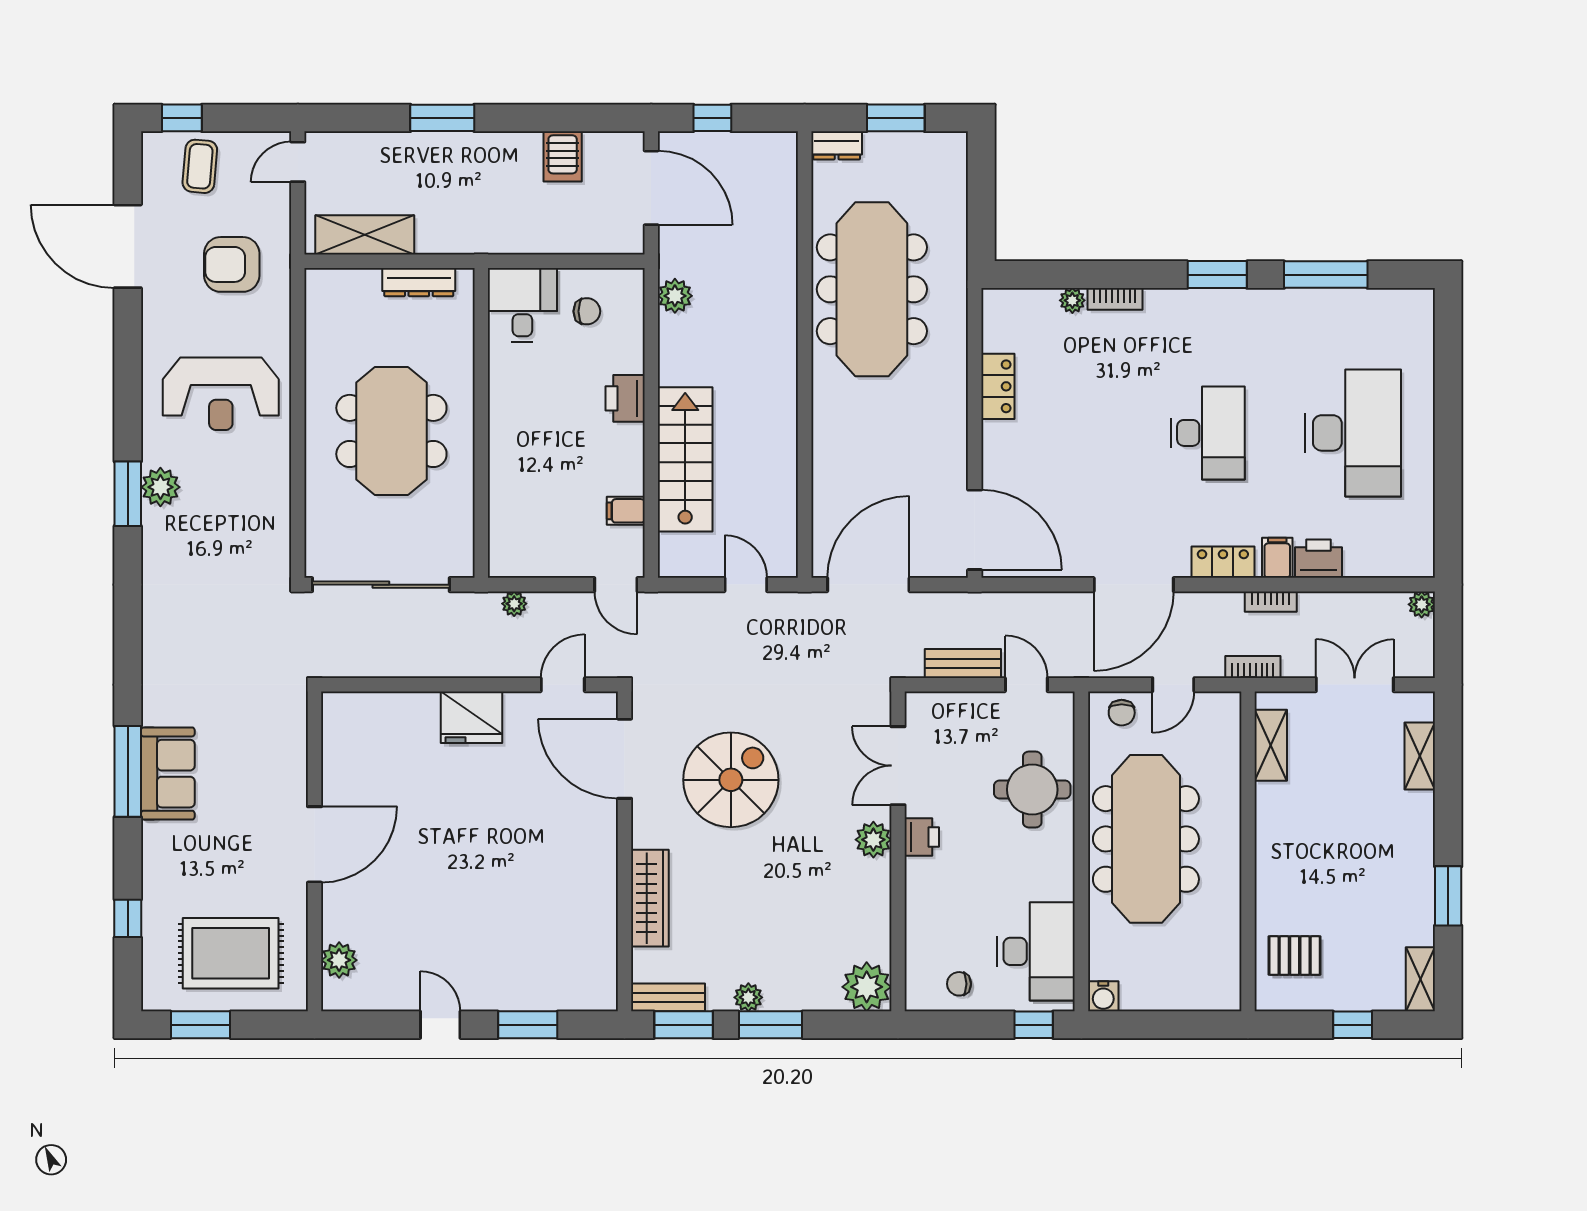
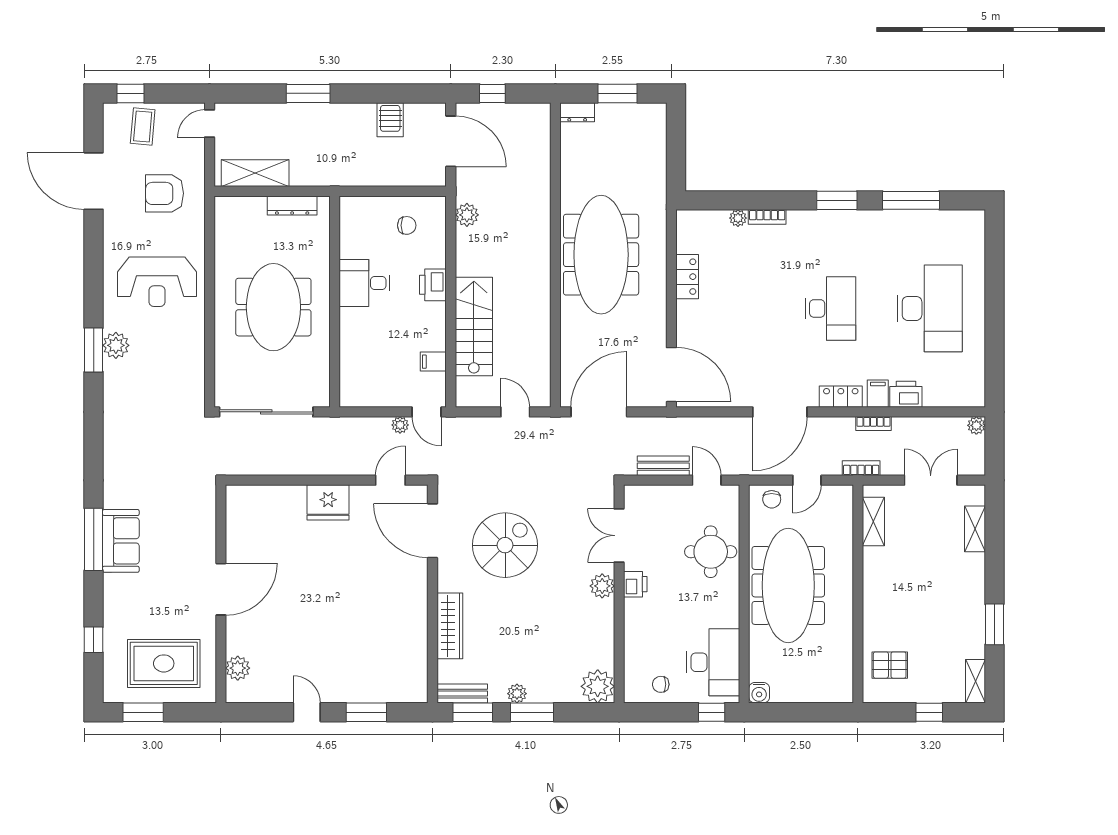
meeting table: (872, 289) -> (601, 255), moved
desk: (522, 305) -> (365, 283), moved, turned -90
plant: (514, 604) -> (400, 425), moved

